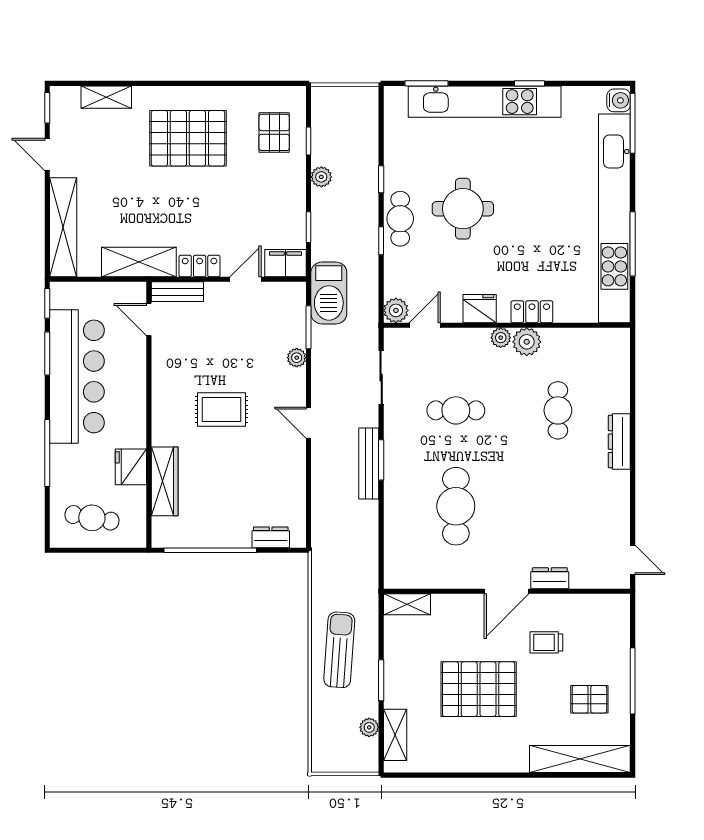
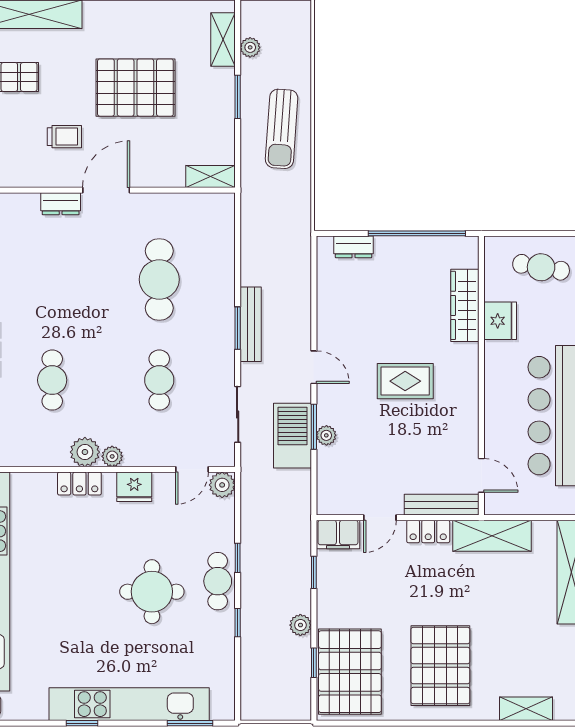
pallet: (274, 132) -> (350, 672), width x2.05, depth x2.00
pallet: (188, 138) -> (440, 666), turned 90
bench: (177, 292) -> (442, 505), width x1.36
barbecue: (329, 293) -> (293, 436), moved
window: (309, 327) -> (314, 427), moved
cafe table: (456, 410) -> (159, 380), turned 90

